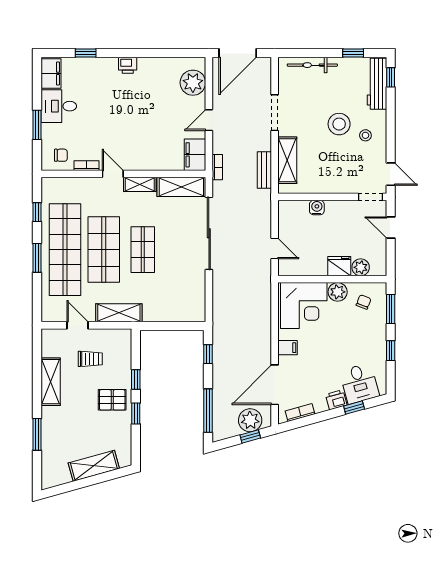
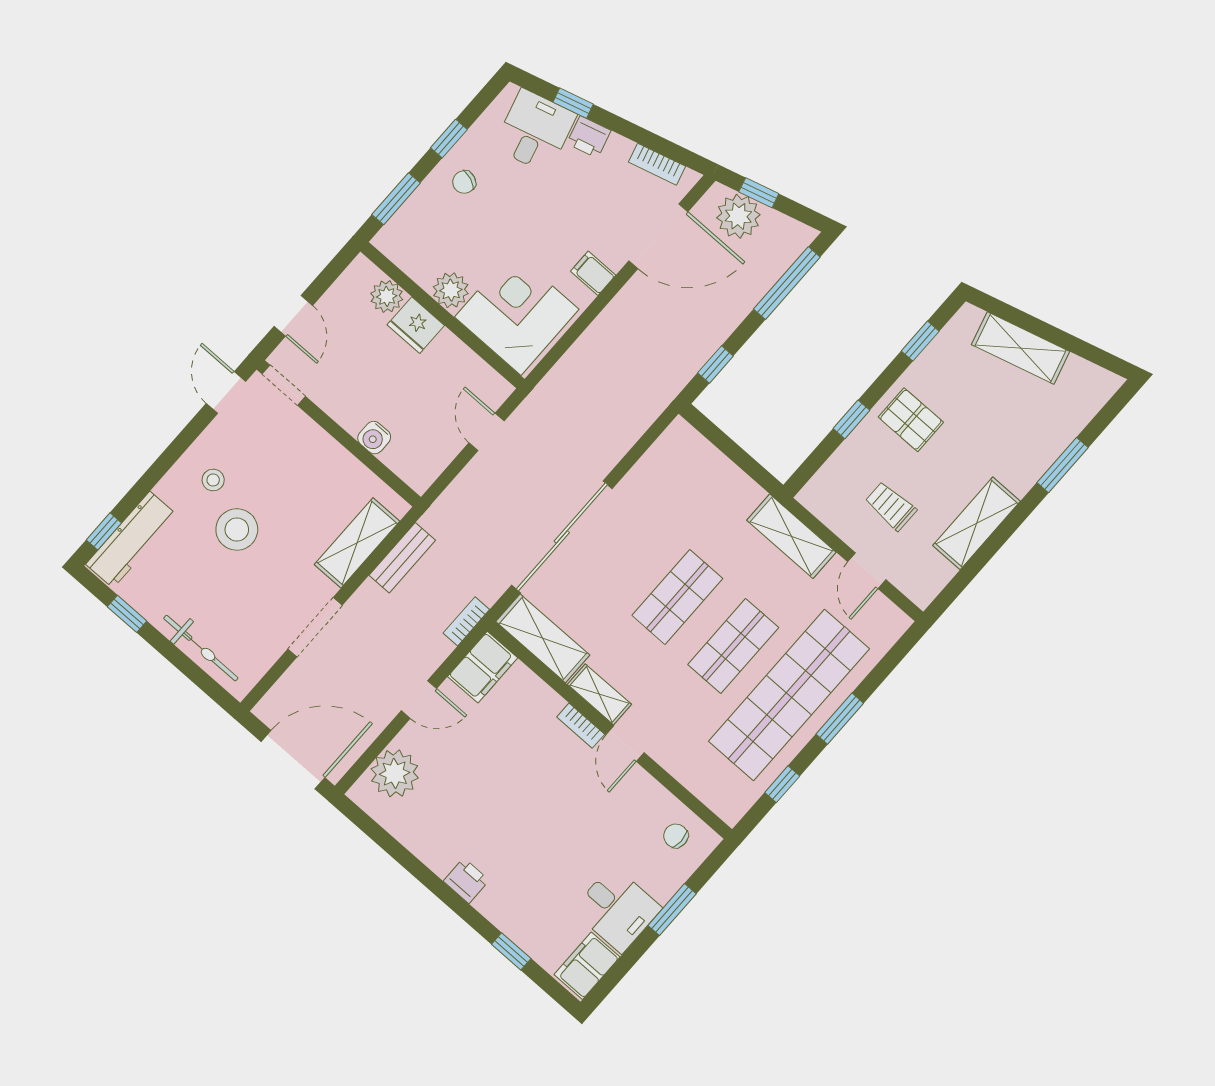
bookcase: (86, 166) -> (581, 726), moved
shop shelf: (104, 250) -> (733, 646), width x0.70, depth x0.74
chair: (364, 302) -> (464, 182), moved
window: (136, 413) -> (920, 341), moved

